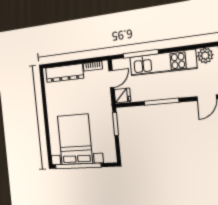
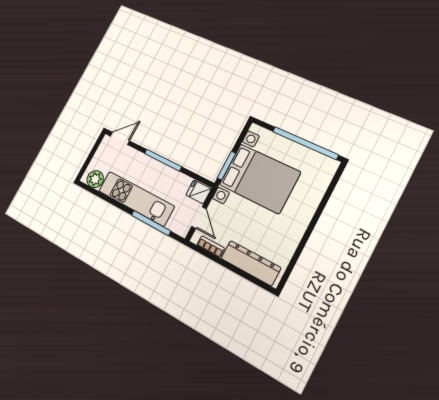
door: (111, 79) -> (199, 218), swing flipped
bed with nightstands: (75, 139) -> (260, 178), moved, turned -90

